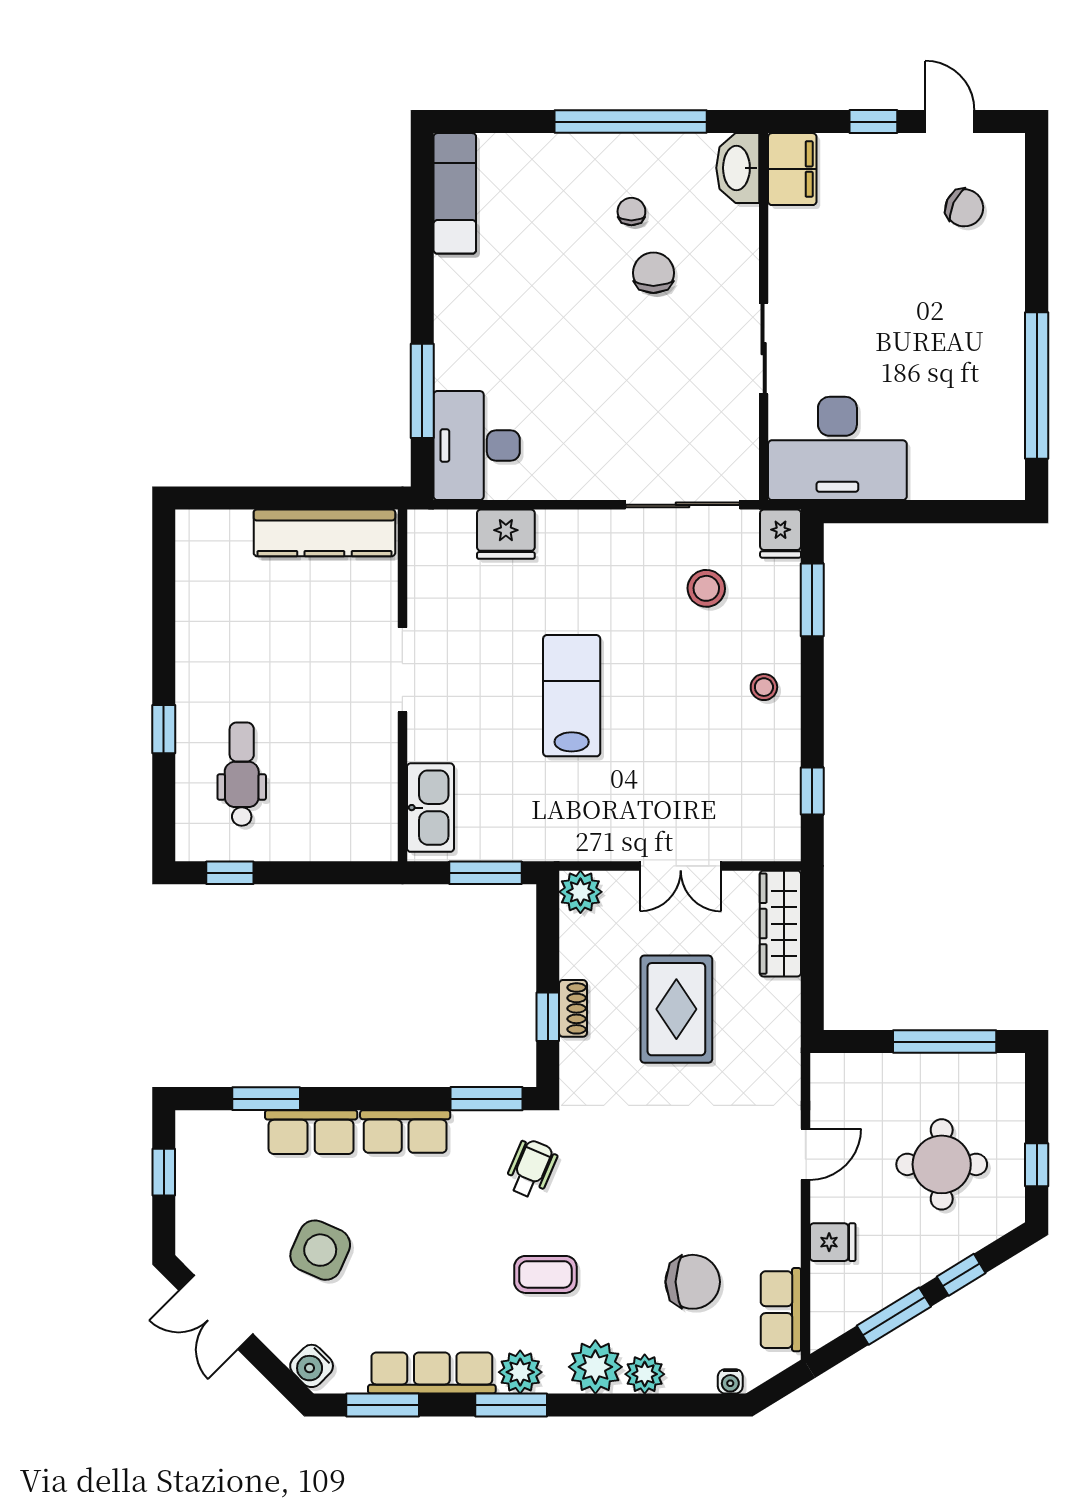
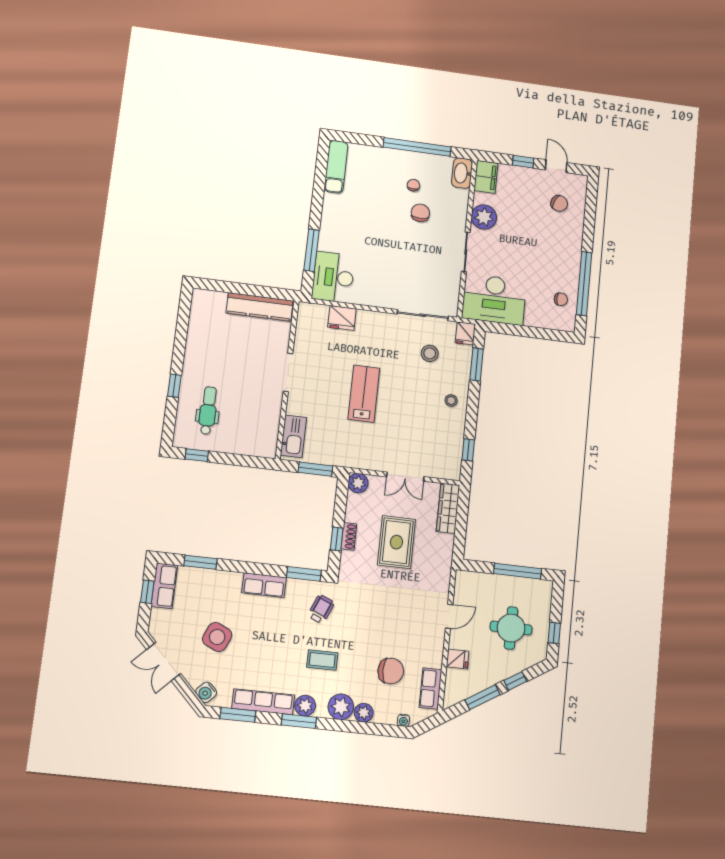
plant: (797, 263) -> (484, 217), added
chair: (987, 428) -> (561, 299), added
row of seats: (311, 1132) -> (164, 586), moved, turned -90

